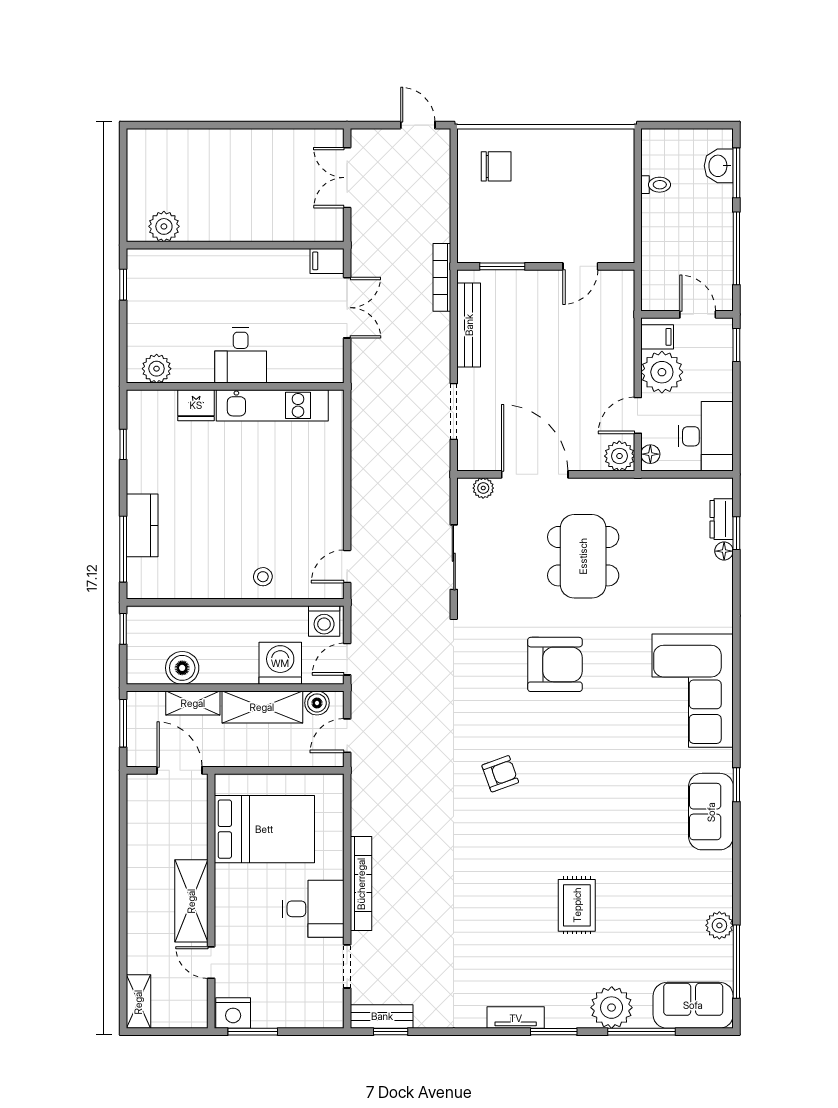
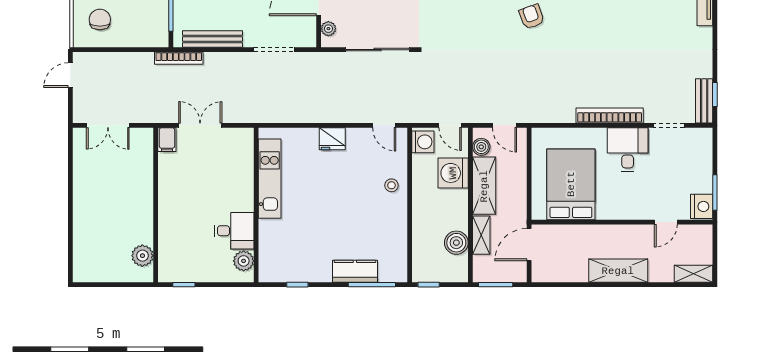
desk: (241, 355) -> (234, 231), moved
fridge: (196, 405) -> (332, 139), moved, turned 90
sliding door: (454, 557) -> (378, 50), width x1.37
shelving: (191, 901) -> (618, 271), moved

